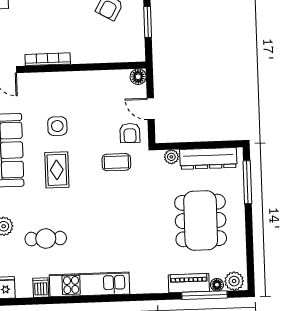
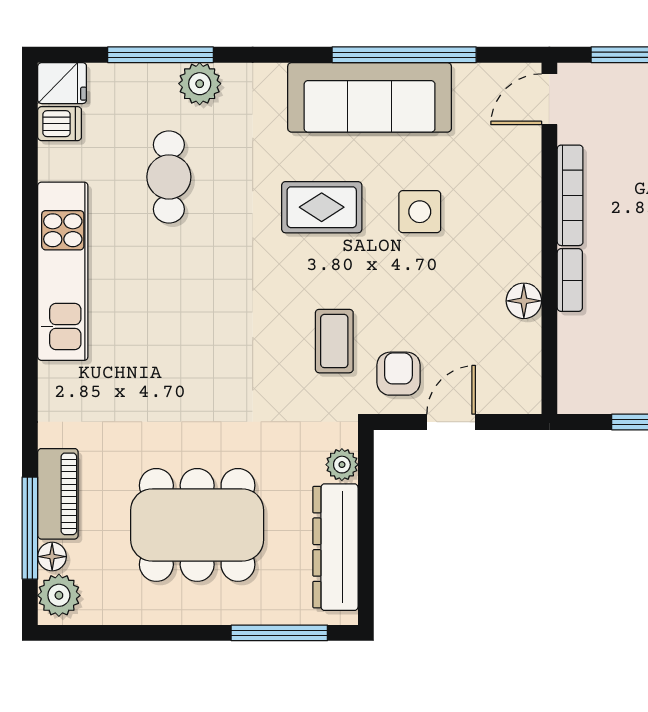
bookcase: (85, 58) -> (570, 280), added
floor lamp: (138, 77) -> (524, 301), moved
armchair: (130, 133) -> (398, 374), turned 90
dishwasher: (41, 288) -> (60, 124), moved

